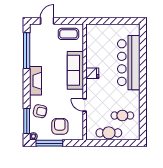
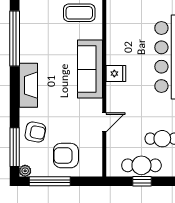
door: (85, 105) -> (104, 122), swing flipped
armchair: (60, 126) -> (66, 156), turned -90
window: (109, 143) -> (142, 181), added

